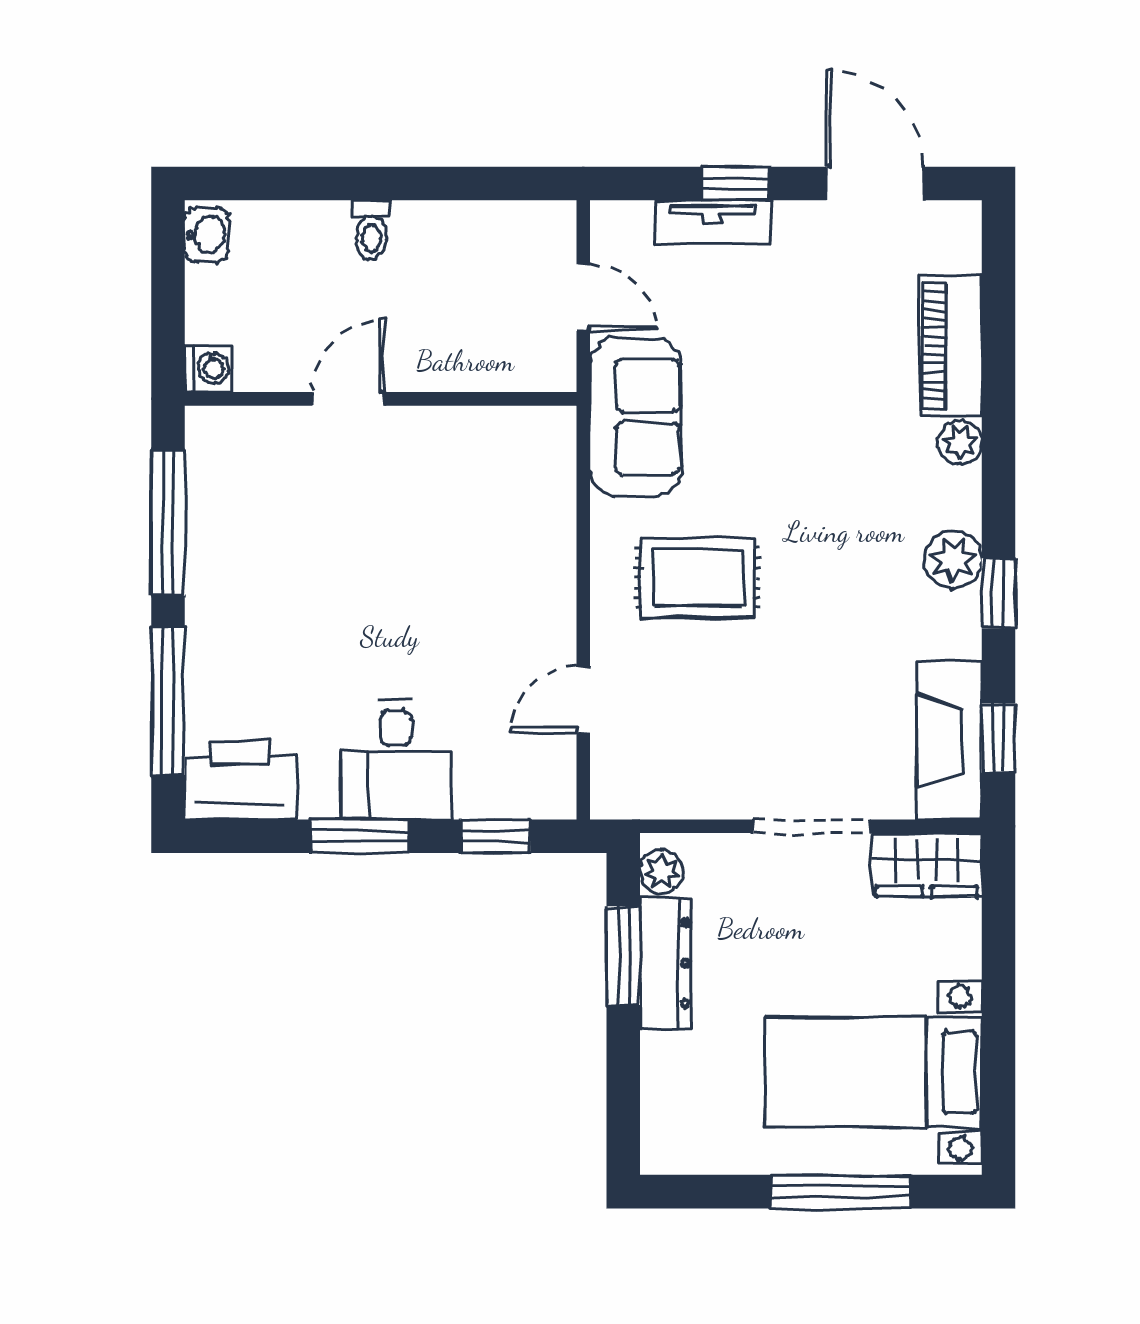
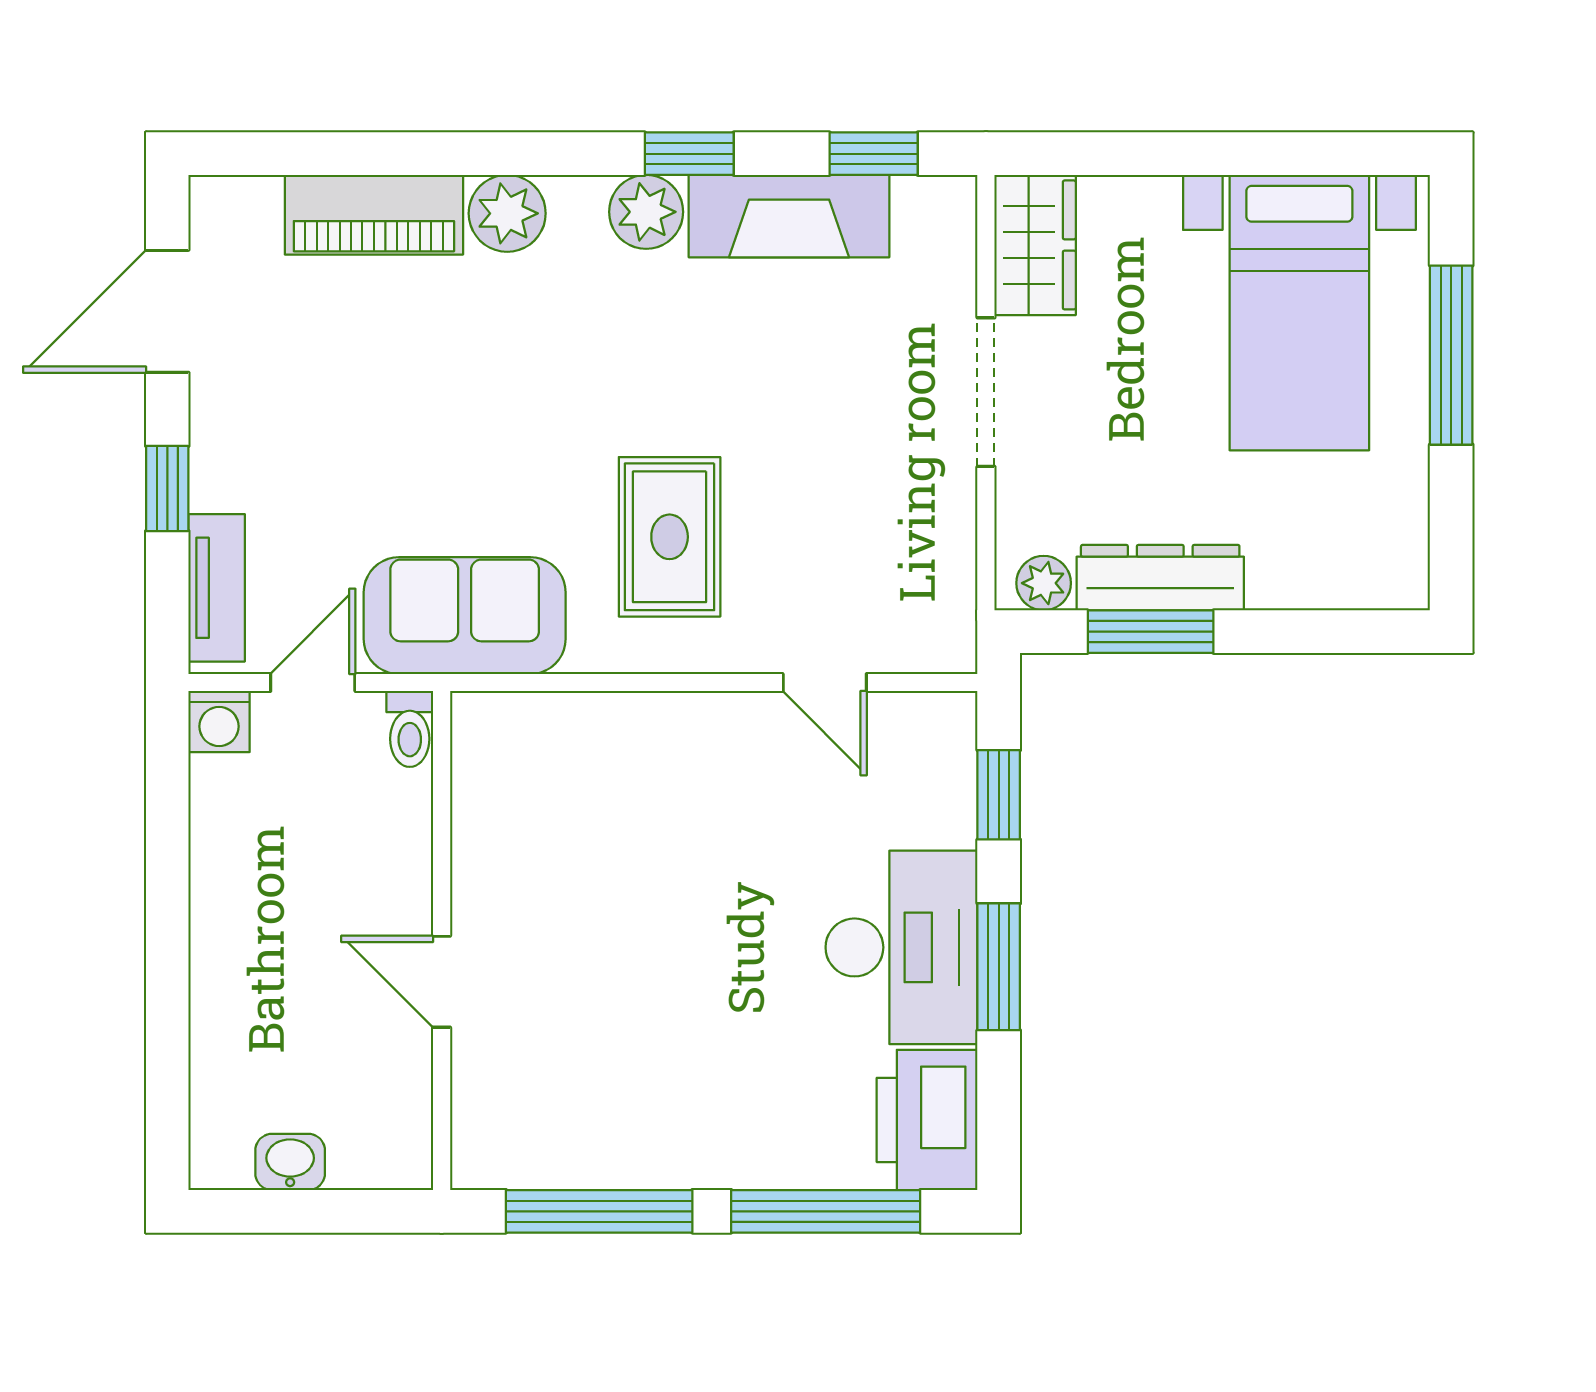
tv unit: (712, 222) -> (217, 588), moved
toilet: (371, 230) -> (410, 729), moved, turned 90
washbasin: (207, 235) -> (290, 1162), moved
washing machine: (209, 368) -> (219, 722), moved, turned 180
plant: (960, 442) -> (507, 213), width x1.38, depth x1.38
fireplace: (949, 741) -> (789, 216), moved
desk: (396, 760) -> (902, 947), width x1.37

